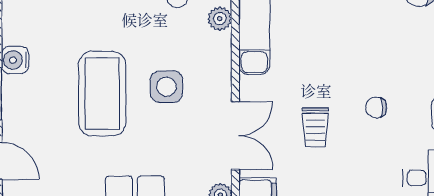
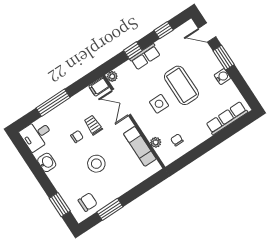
stool: (356, 51) -> (96, 164), added
chair: (376, 107) -> (77, 137), moved

